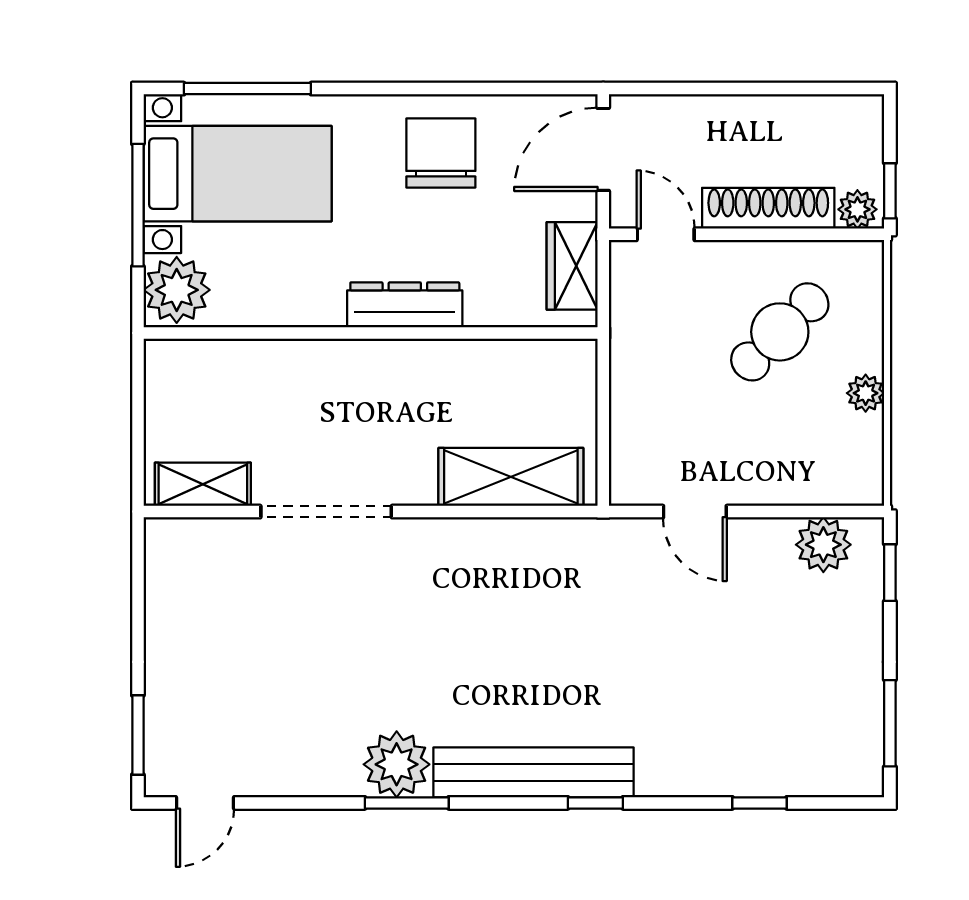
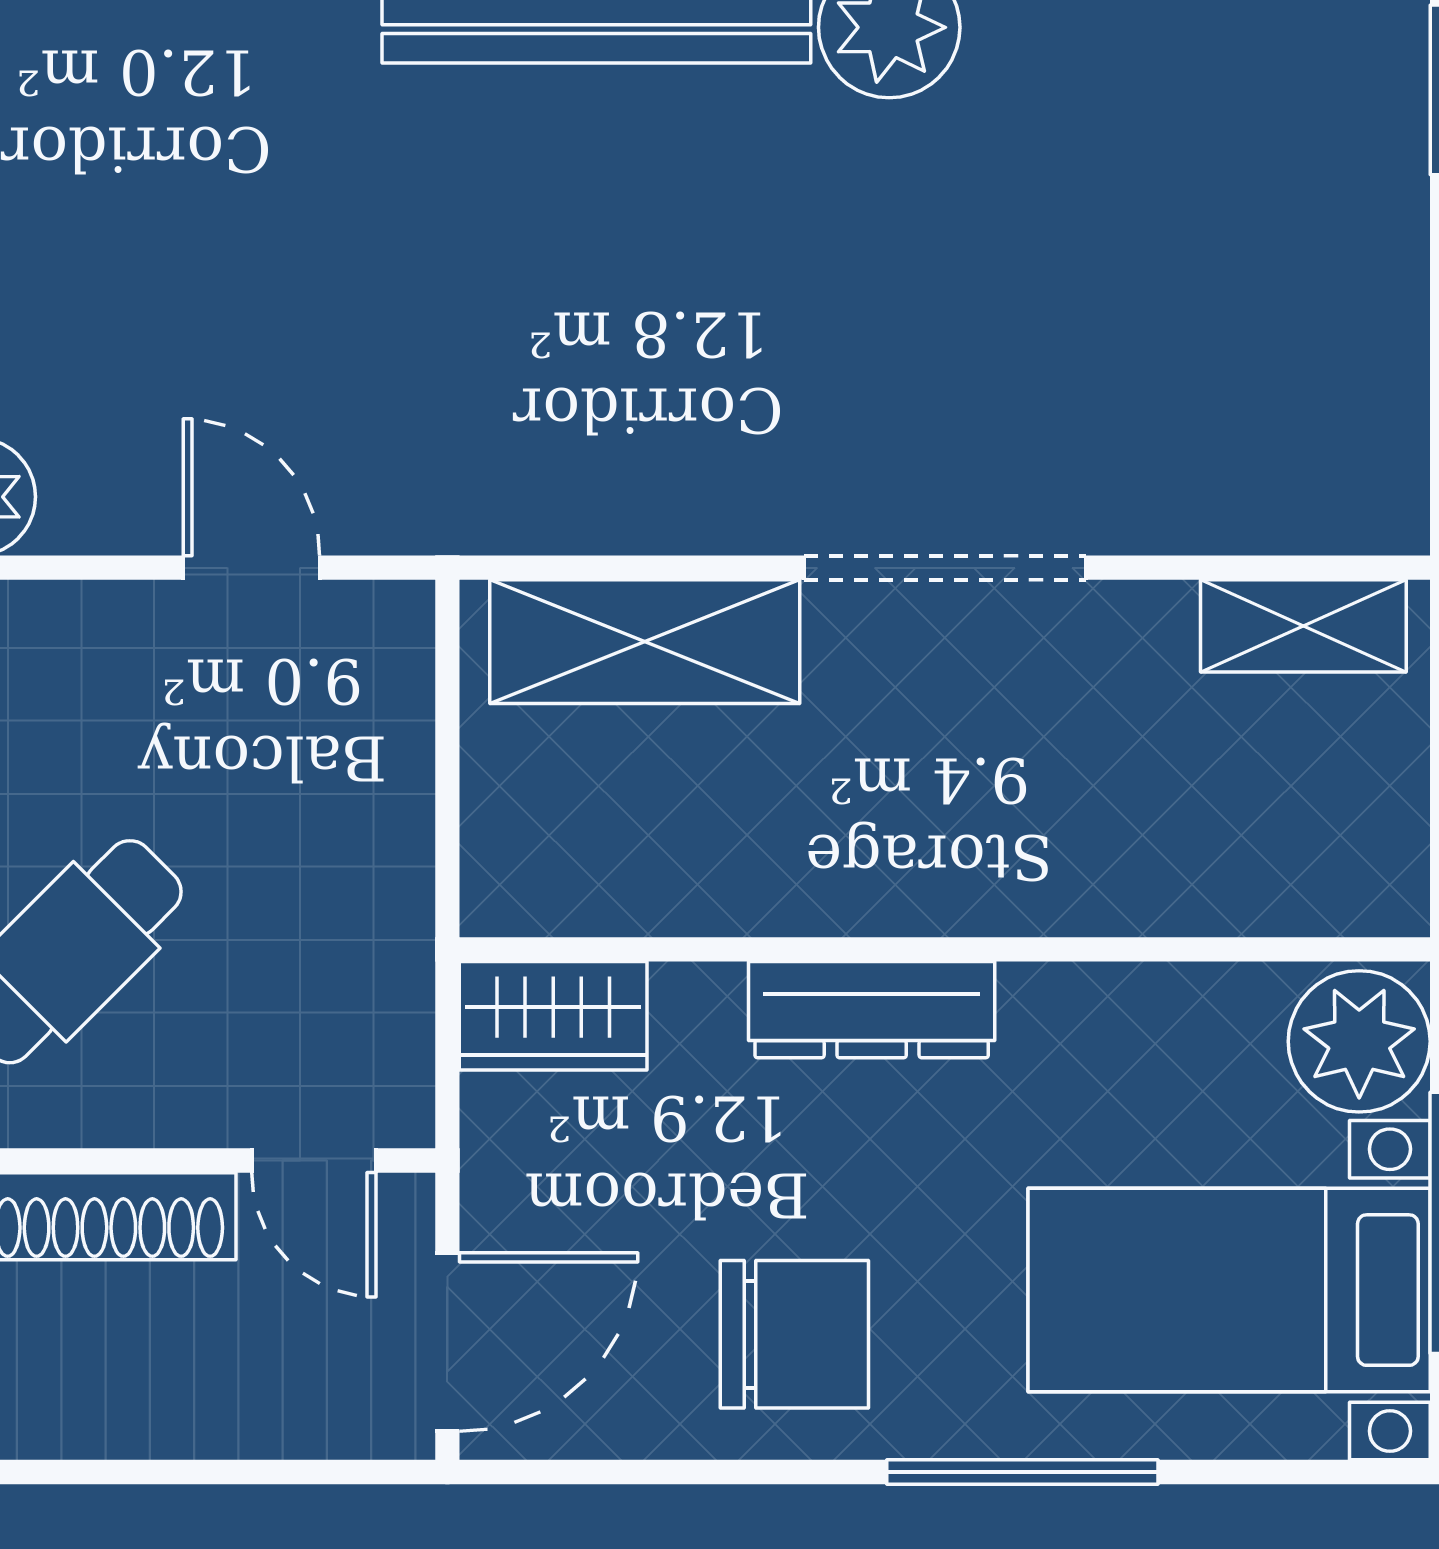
window: (247, 89) -> (1022, 1472), moved
chair: (441, 153) -> (794, 1334), turned -90
wardrobe: (572, 266) -> (553, 1016), moved, turned 90
doorway: (326, 512) -> (945, 568), moved

